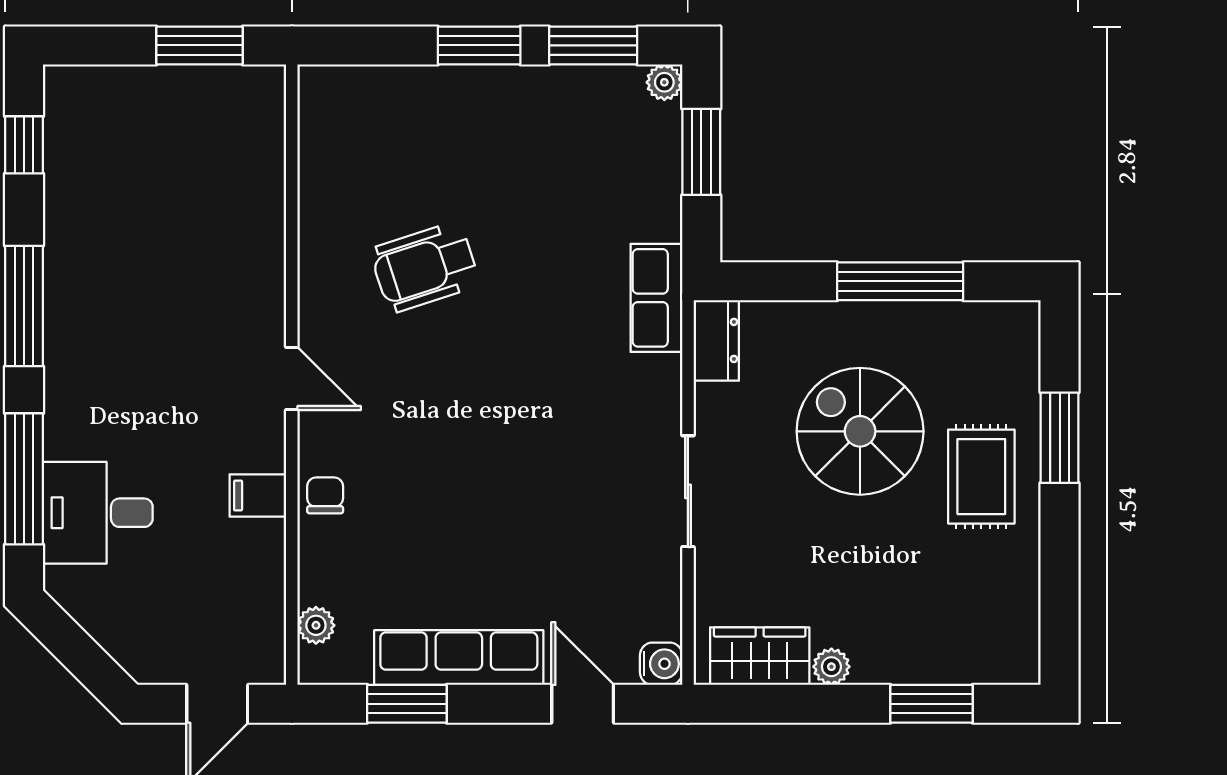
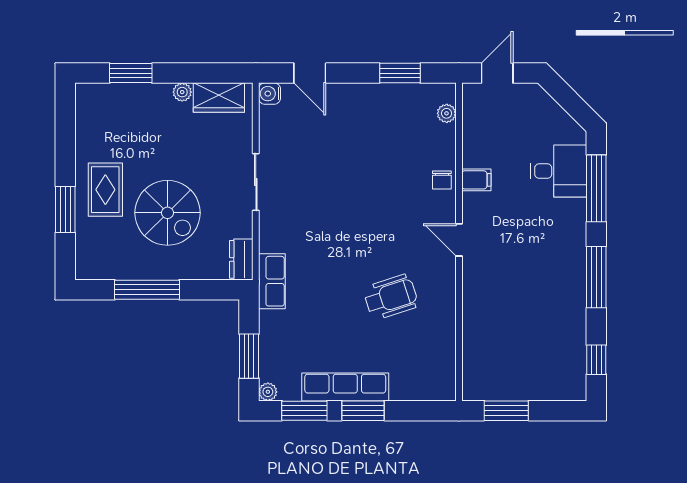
row of seats: (459, 658) -> (345, 387), moved, turned 180

